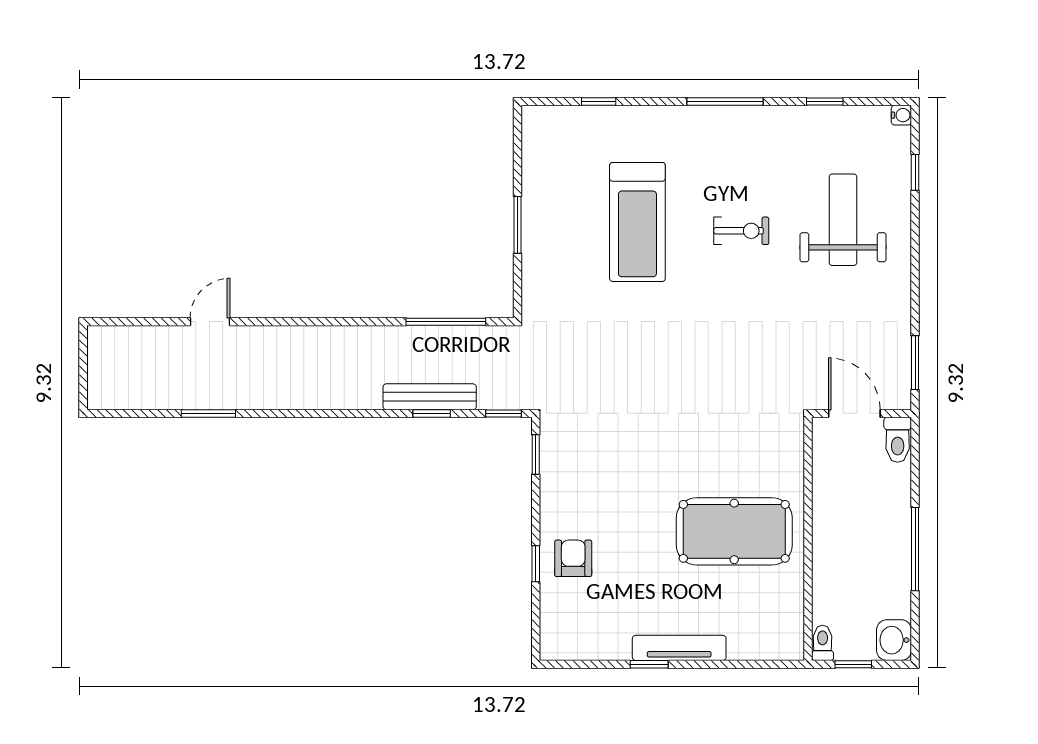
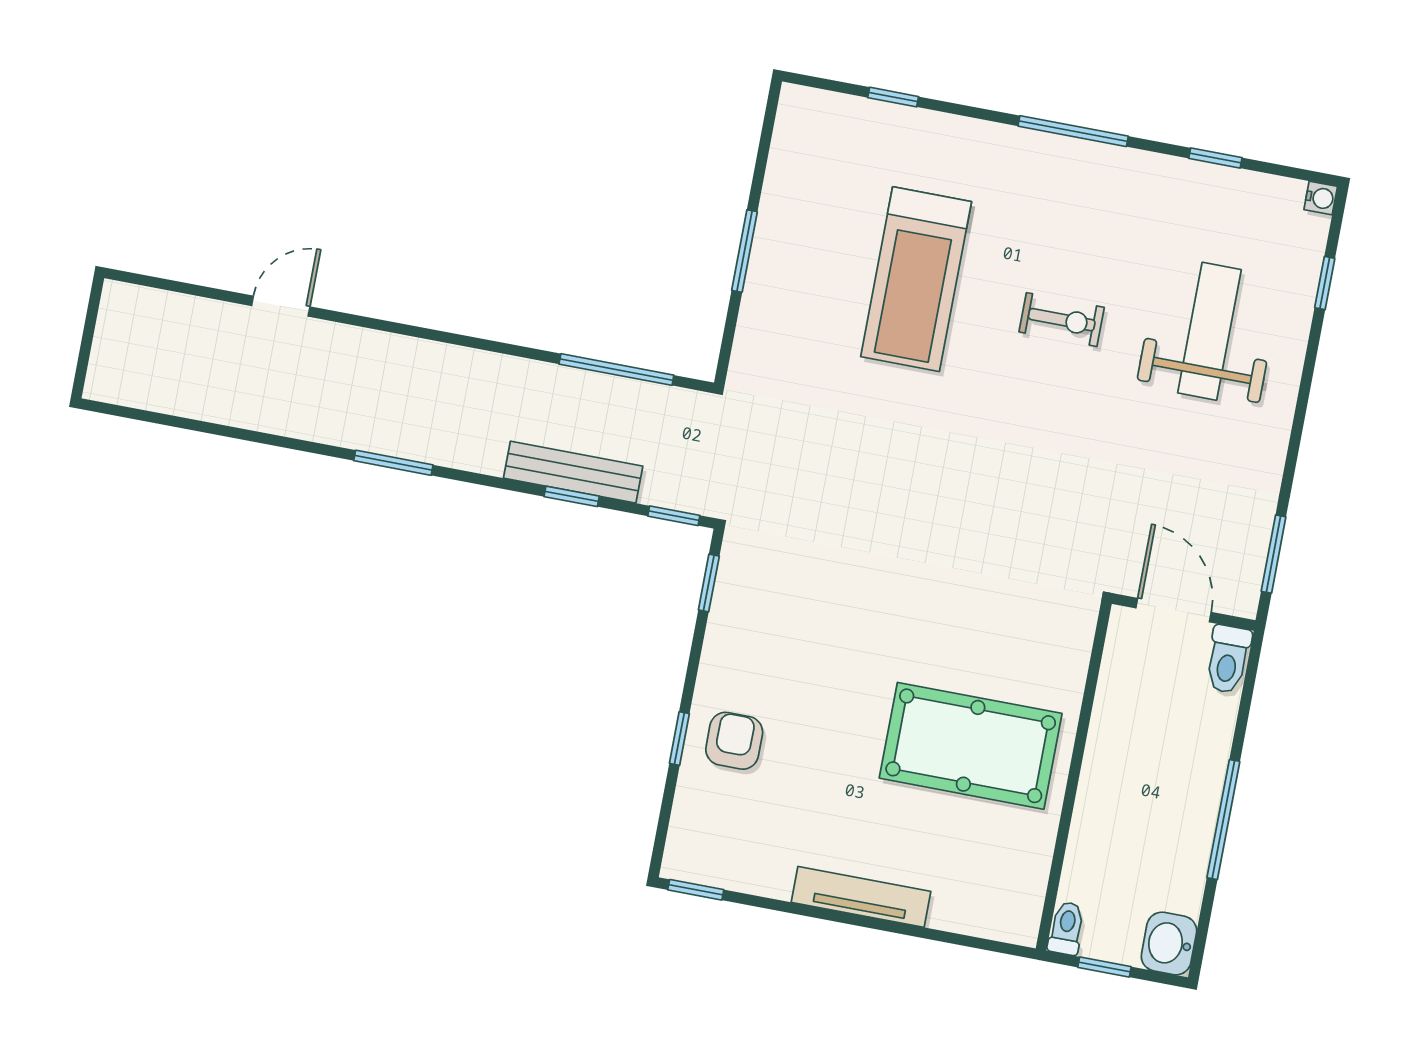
window: (208, 413) -> (393, 463), moved
window: (649, 664) -> (696, 890), moved

